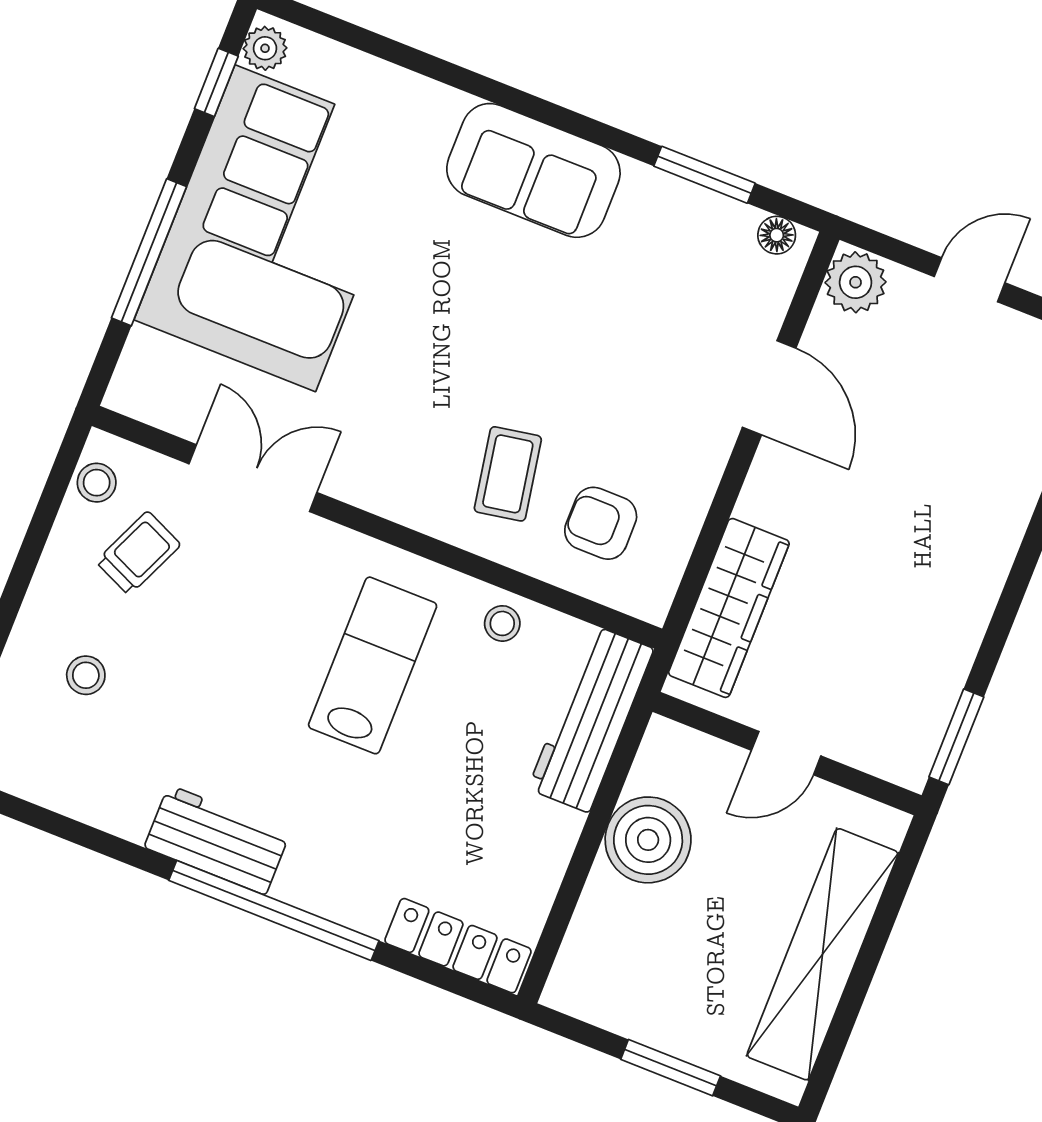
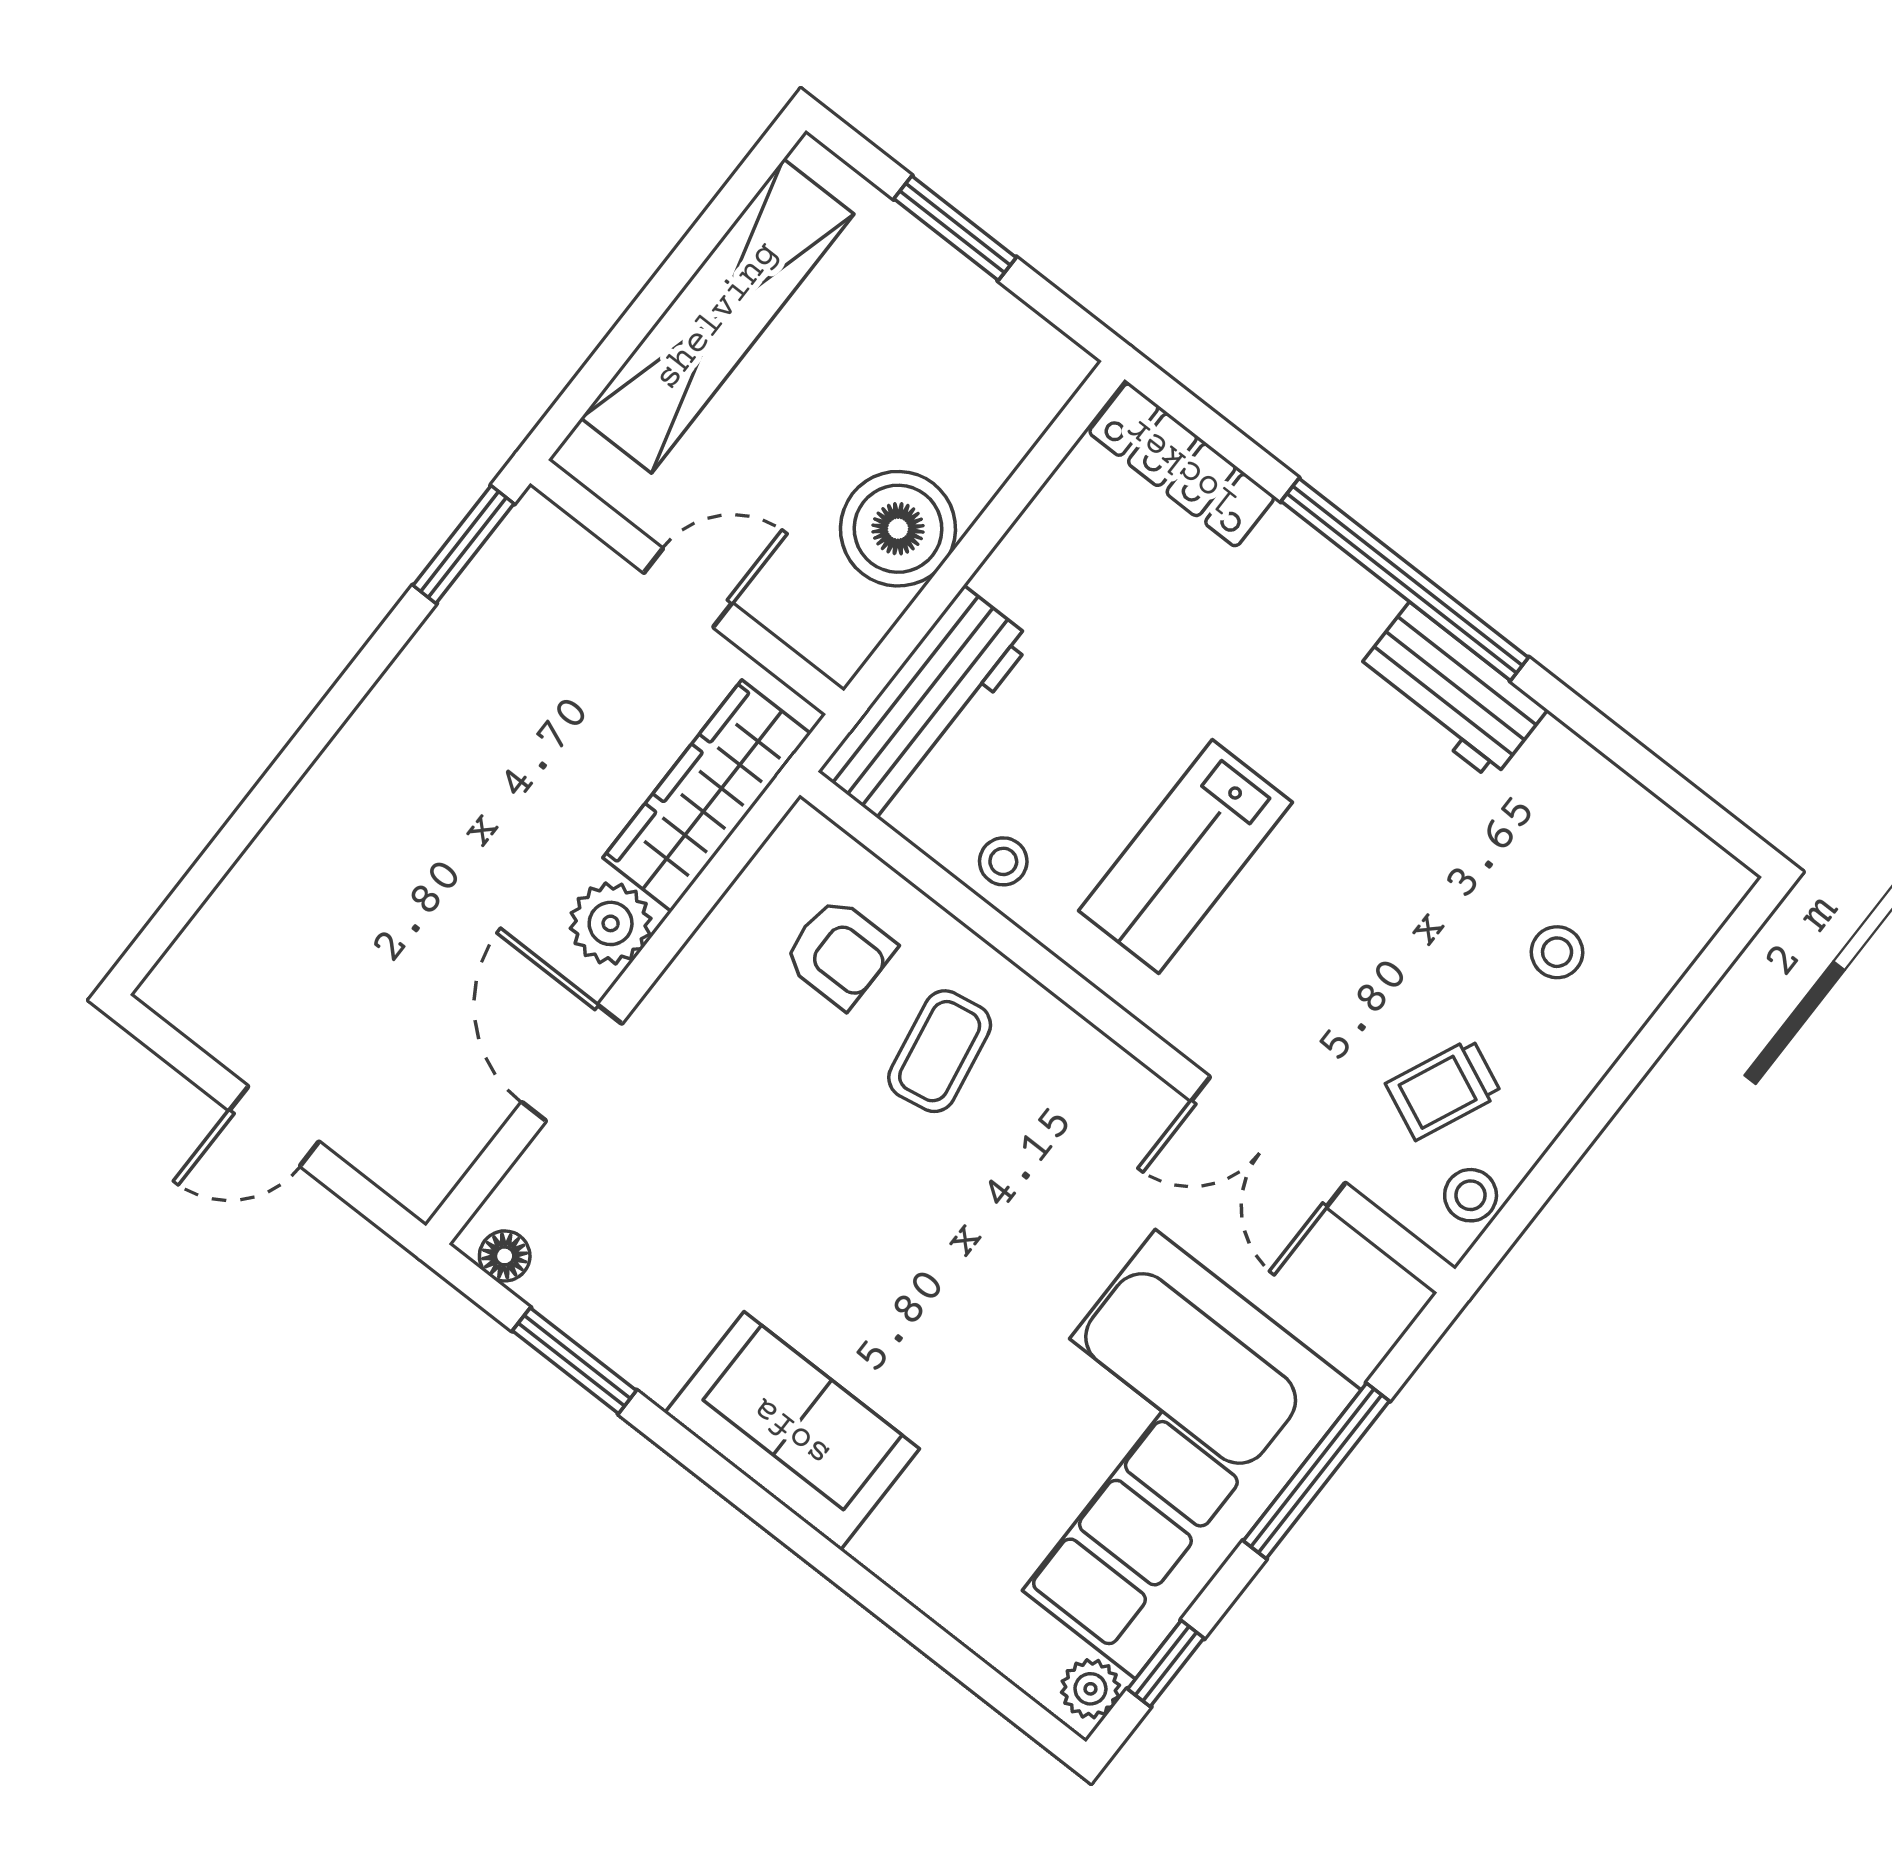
plant: (856, 282) -> (611, 923), moved

